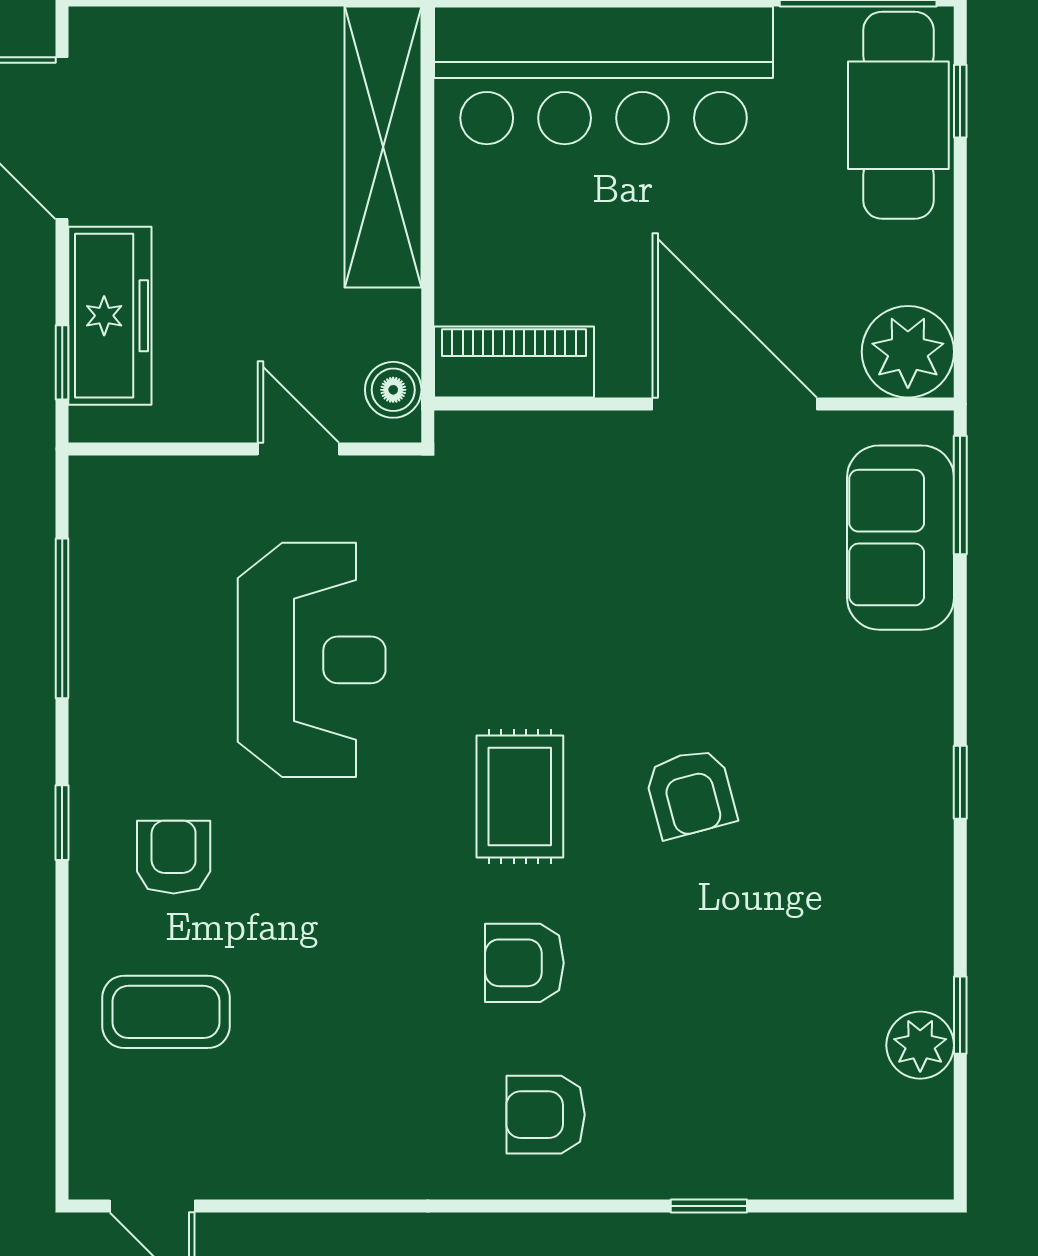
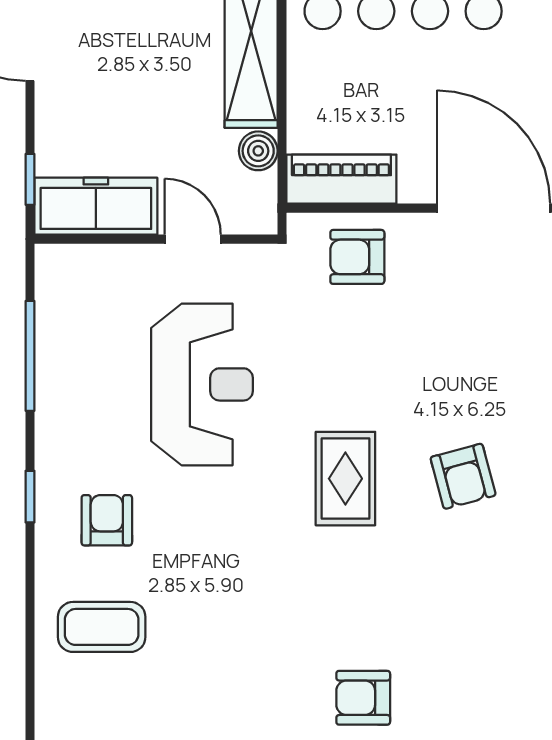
freezer: (110, 316) -> (96, 206), moved, turned -90
boiler: (393, 390) -> (258, 151), moved
armchair: (524, 963) -> (357, 257), moved

